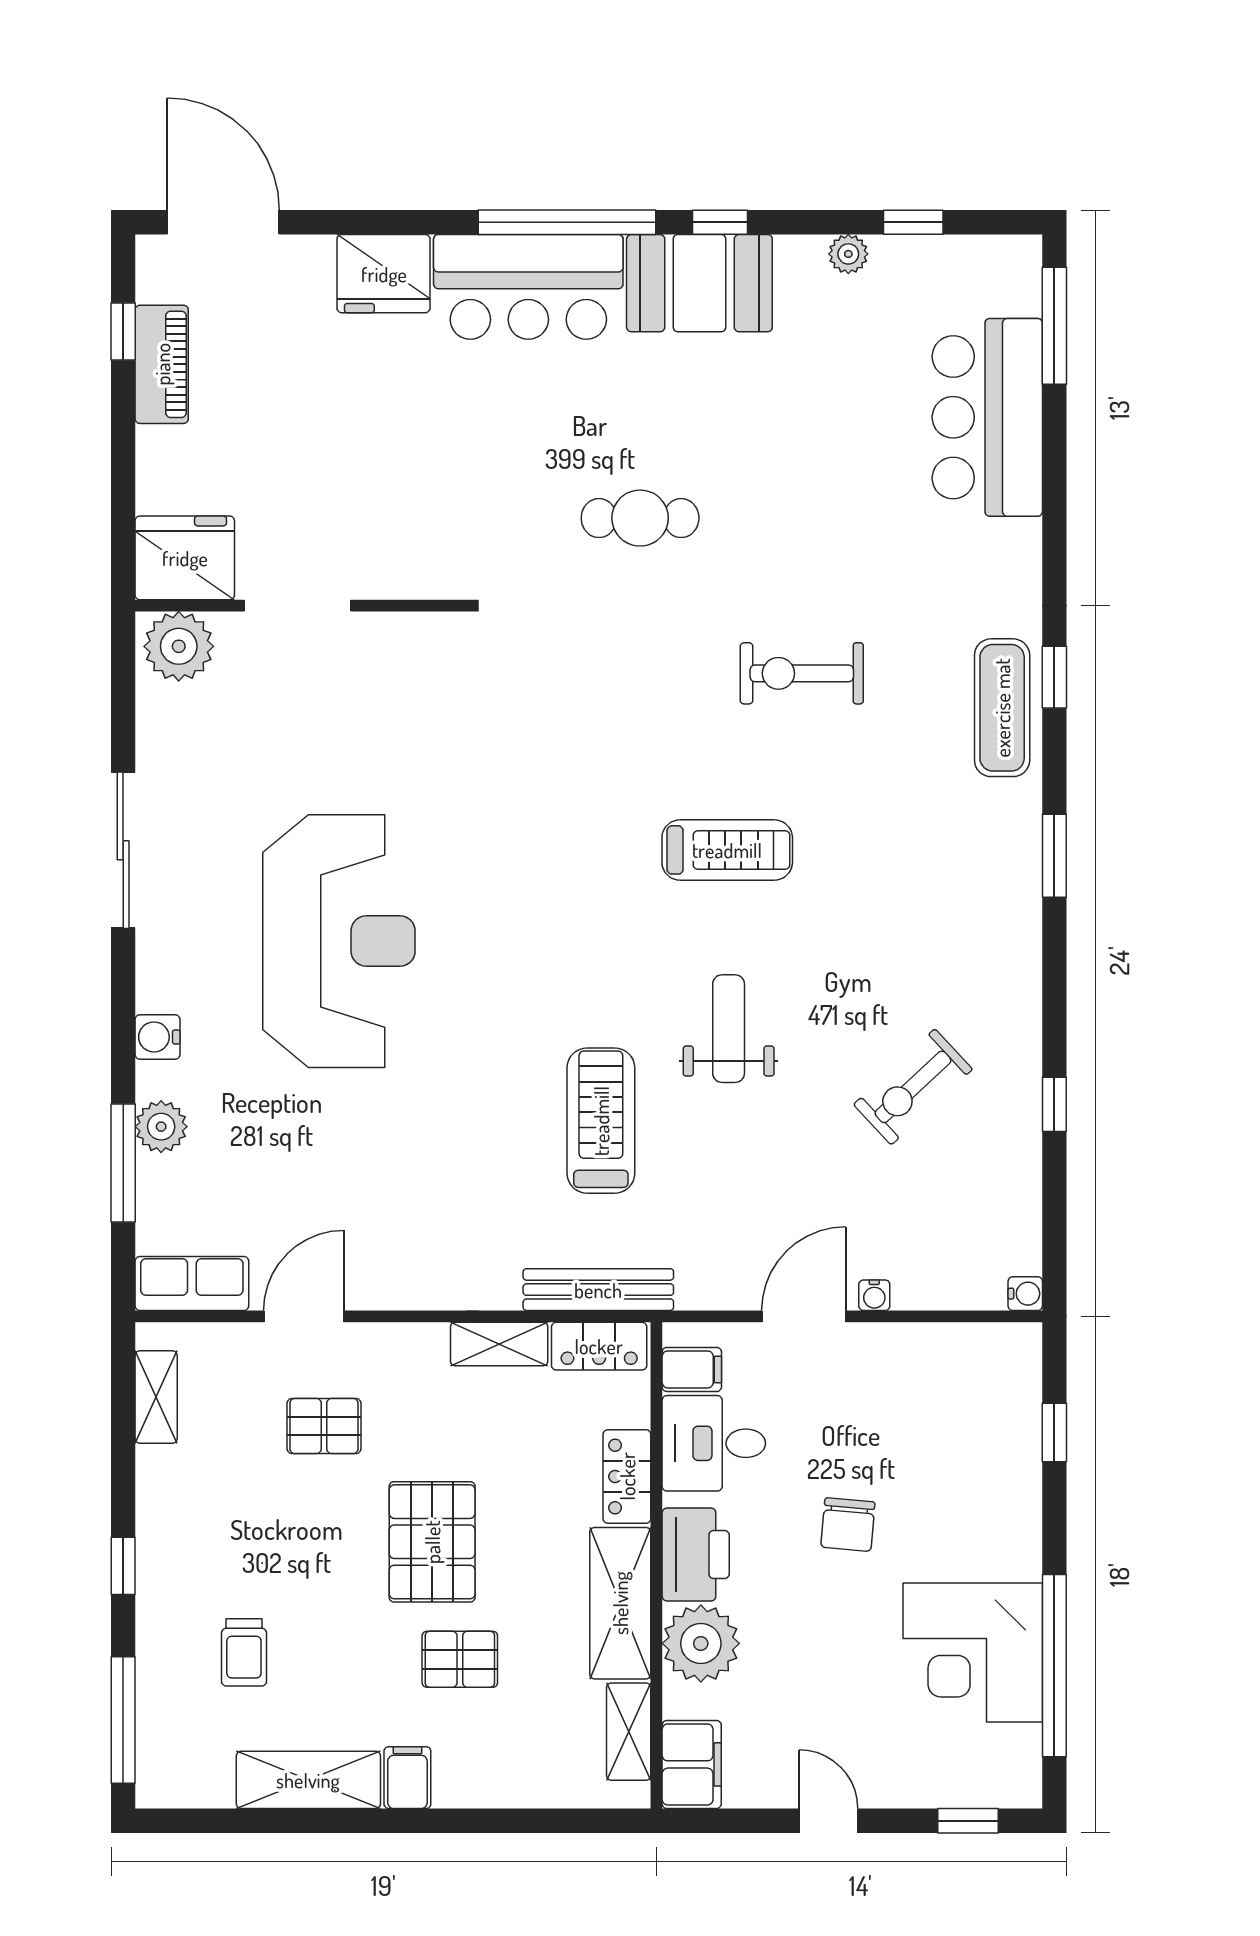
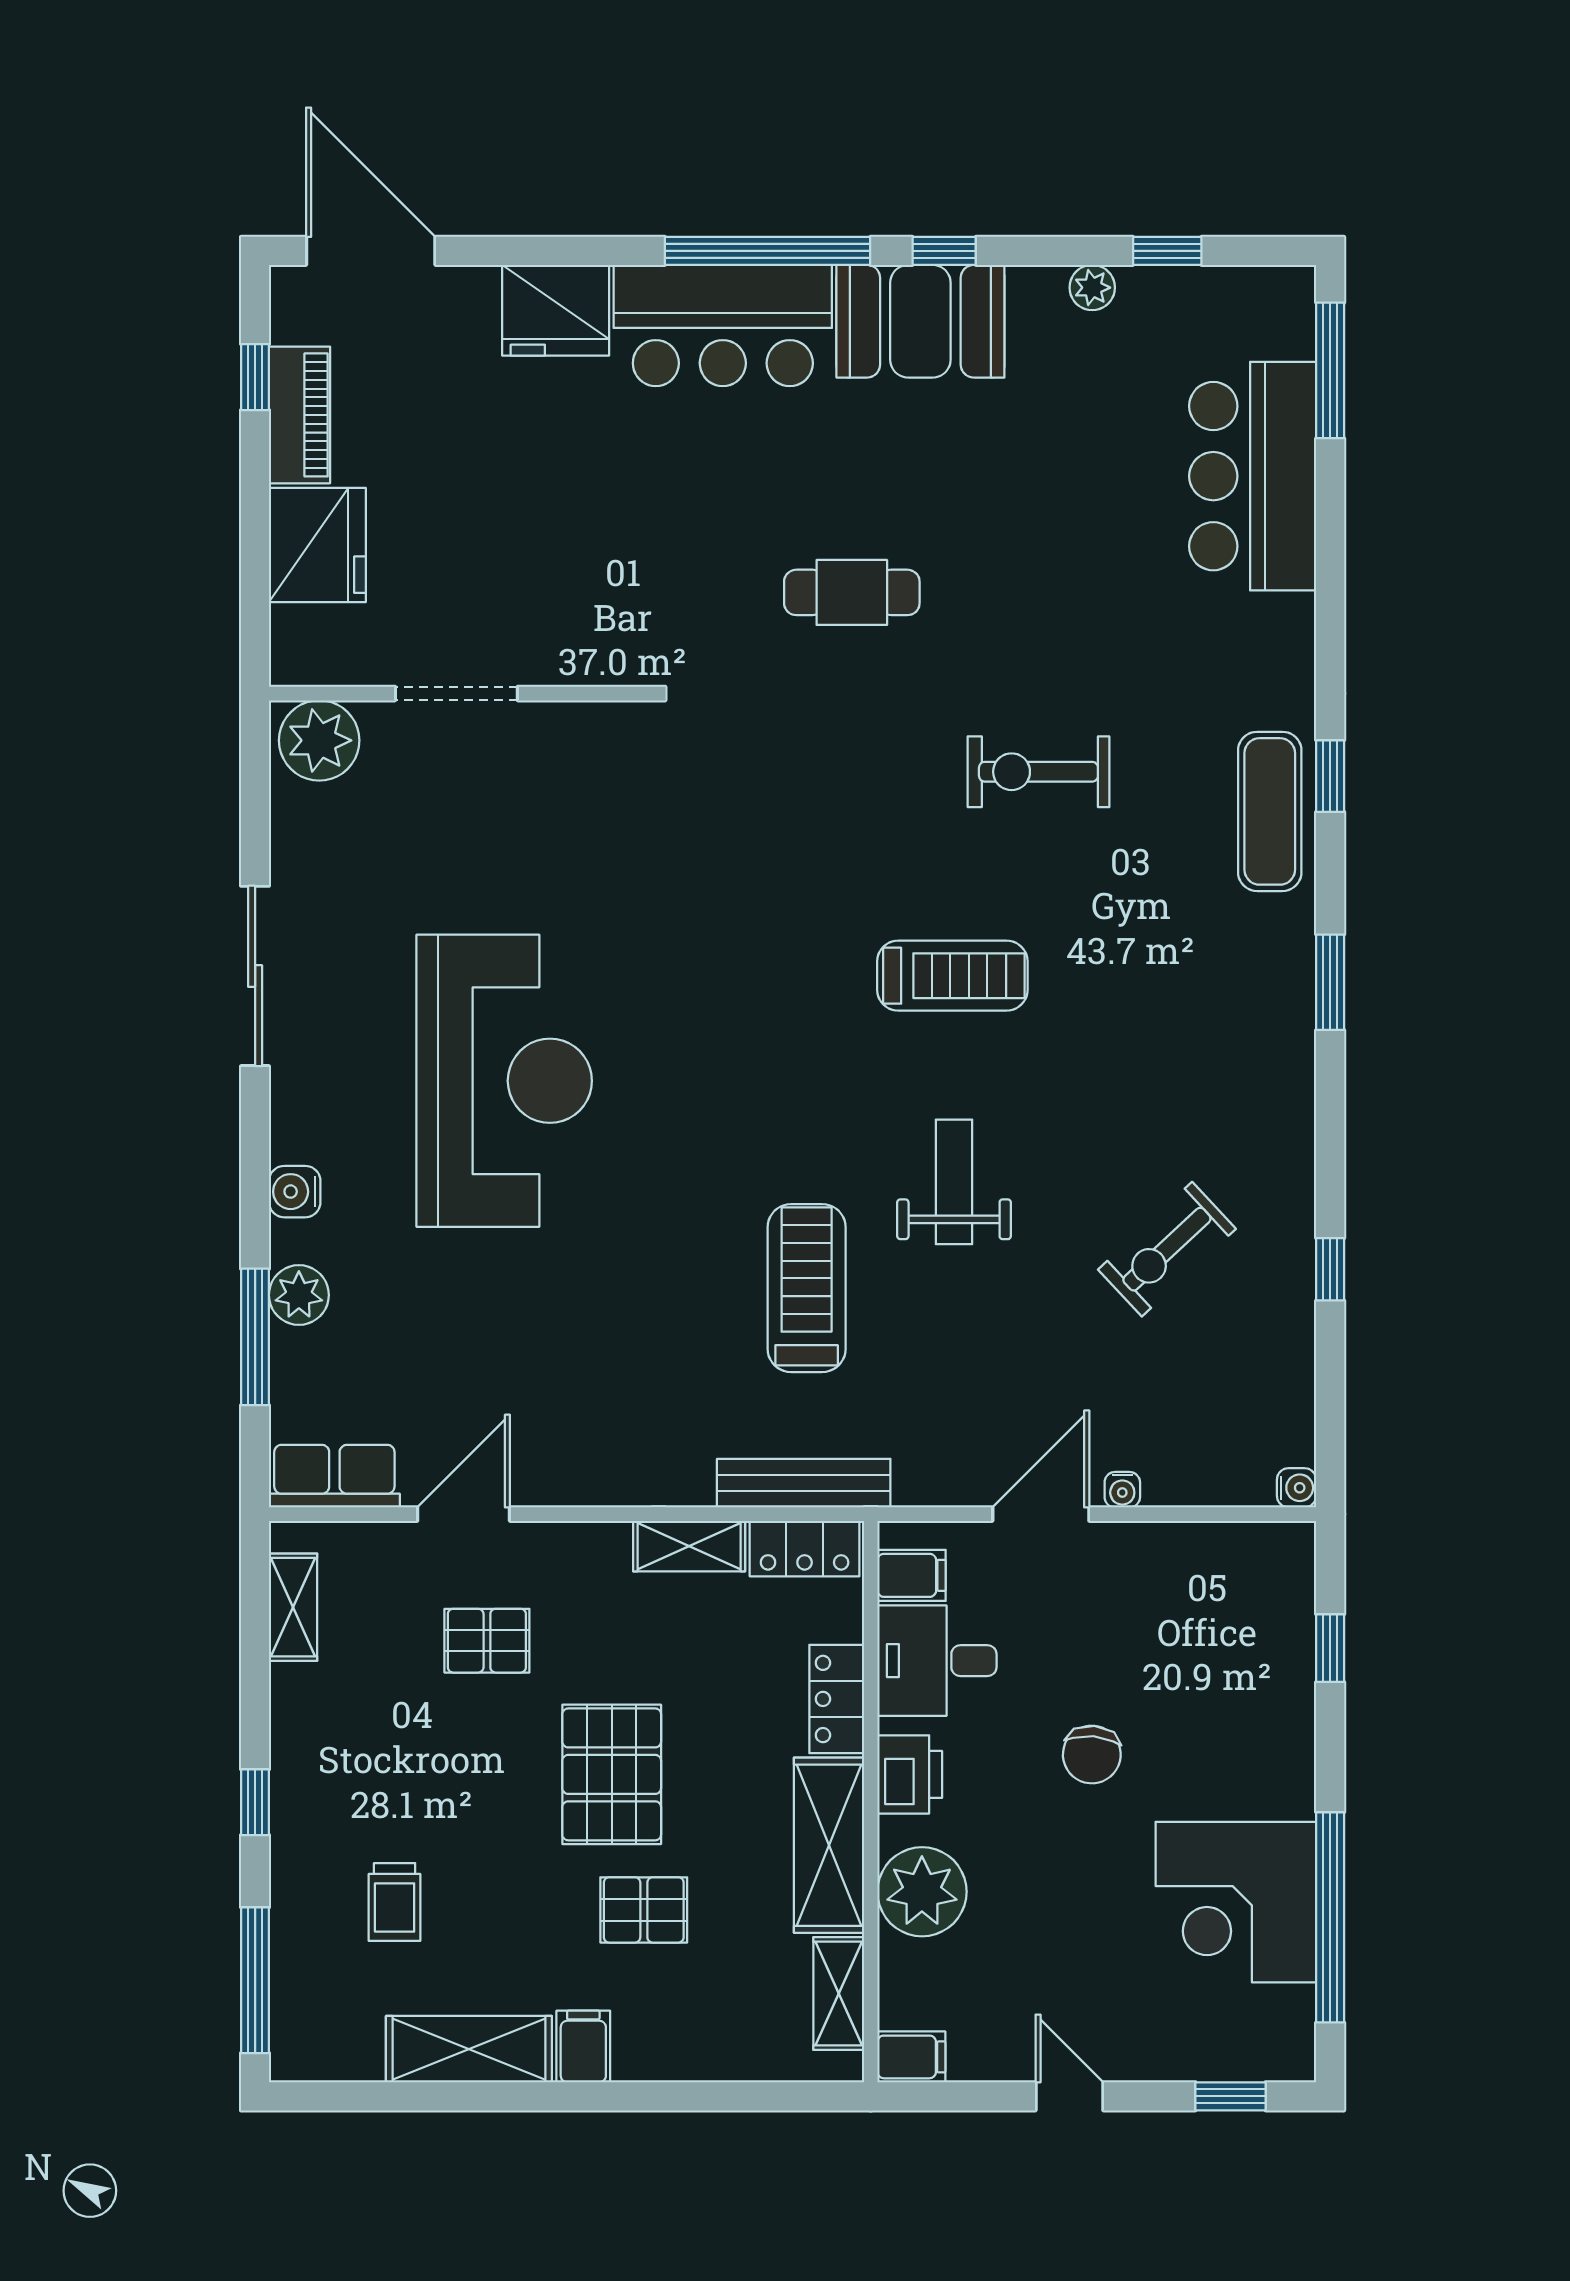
fridge: (185, 558) -> (317, 545), moved, turned 90
printer: (696, 1555) -> (910, 1774), width x0.73, depth x0.84
filing cabinet: (692, 1764) -> (911, 2057), width x0.50

